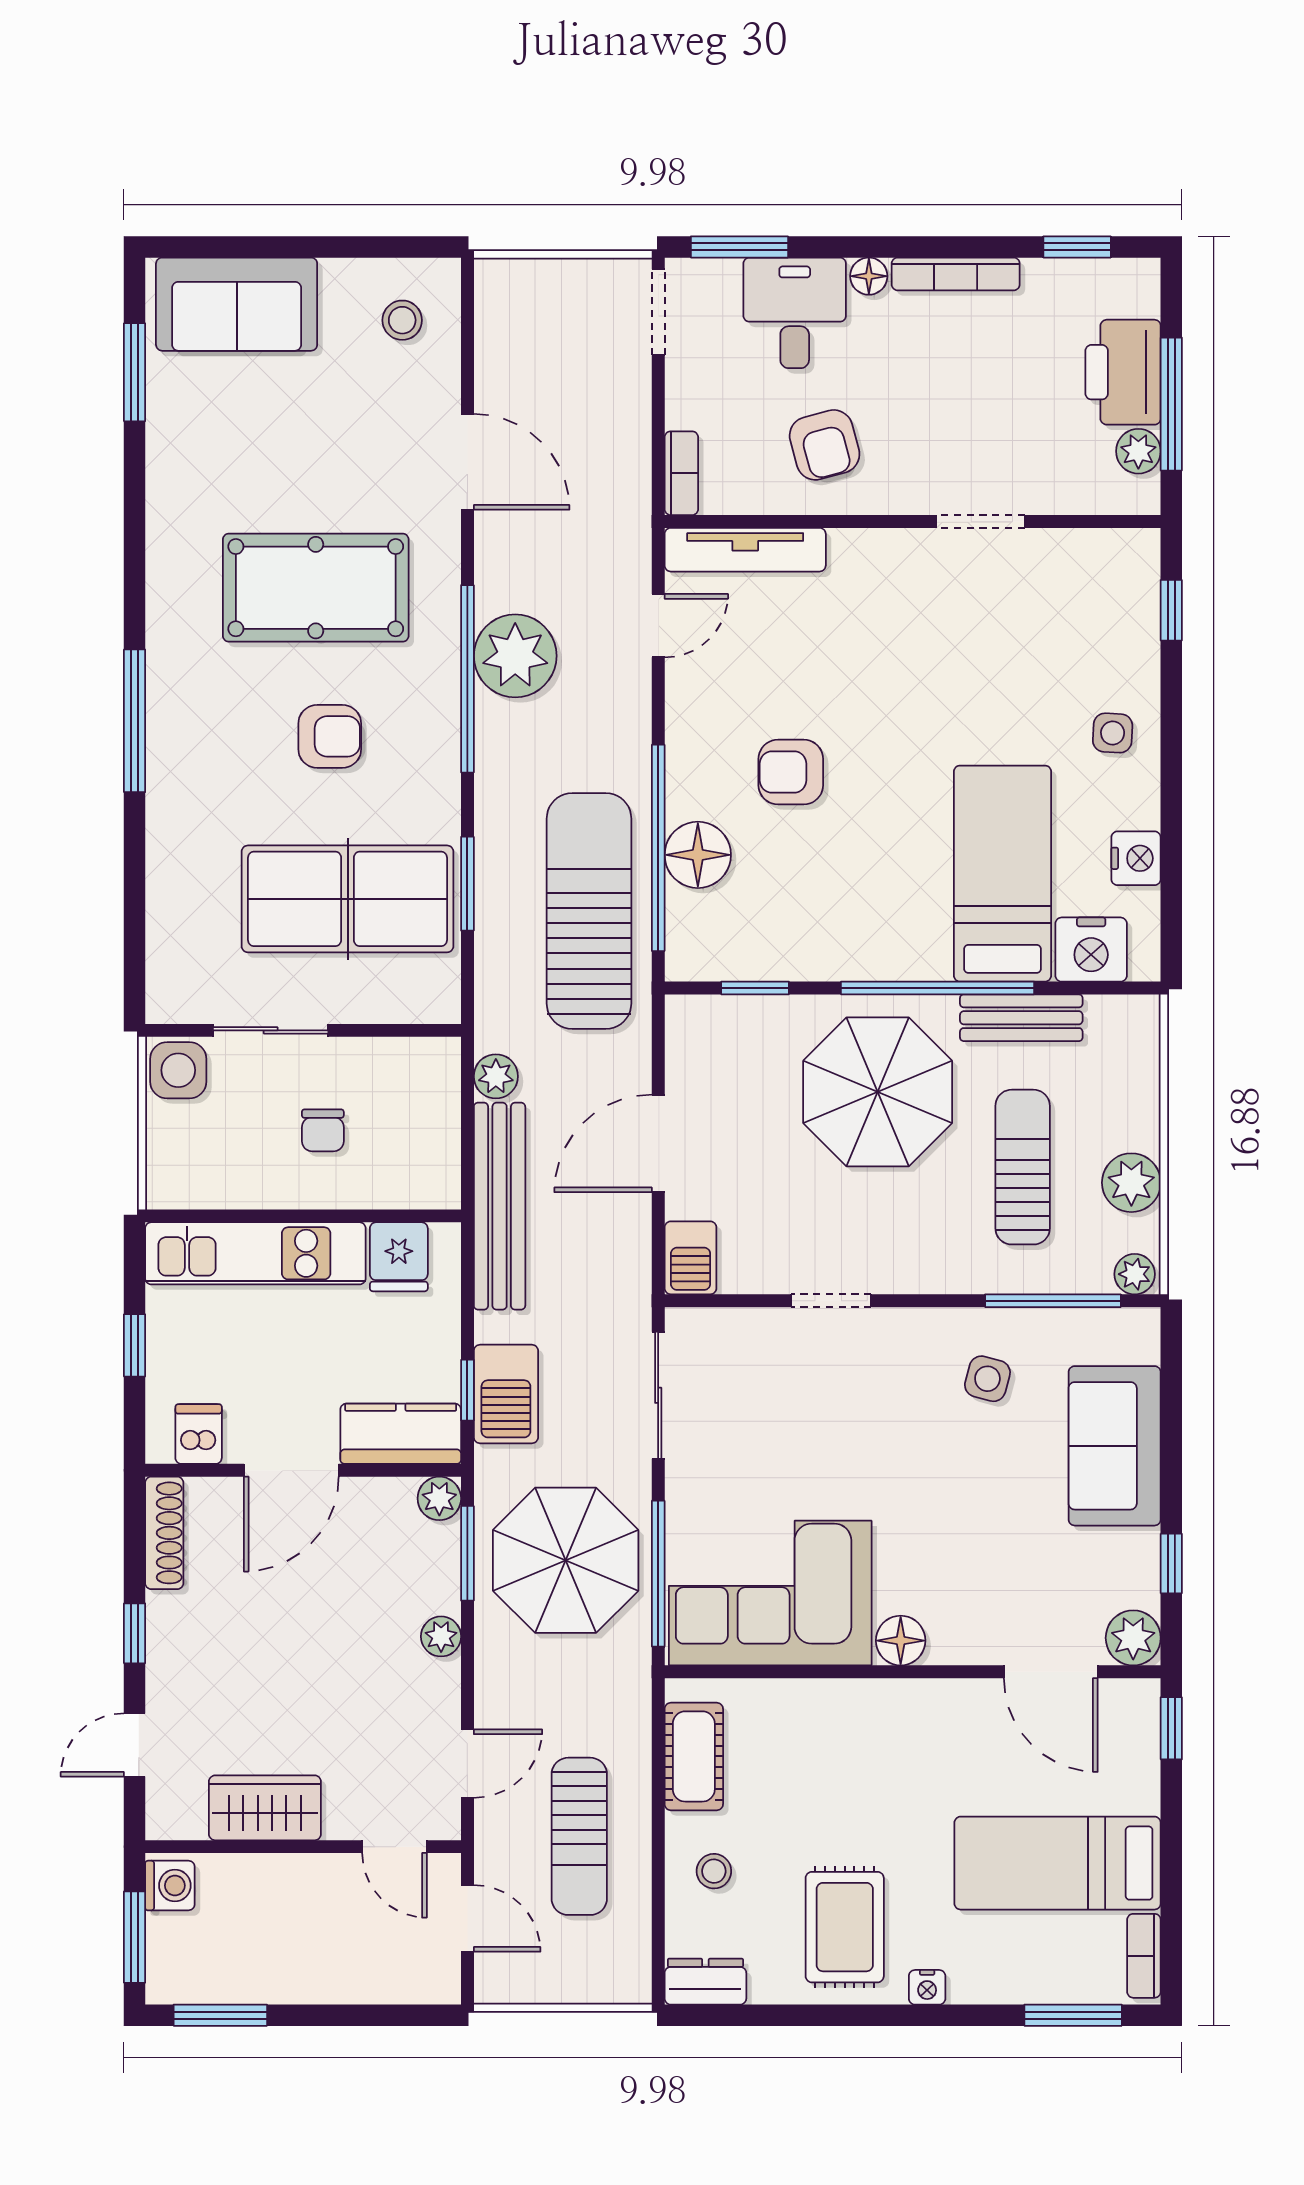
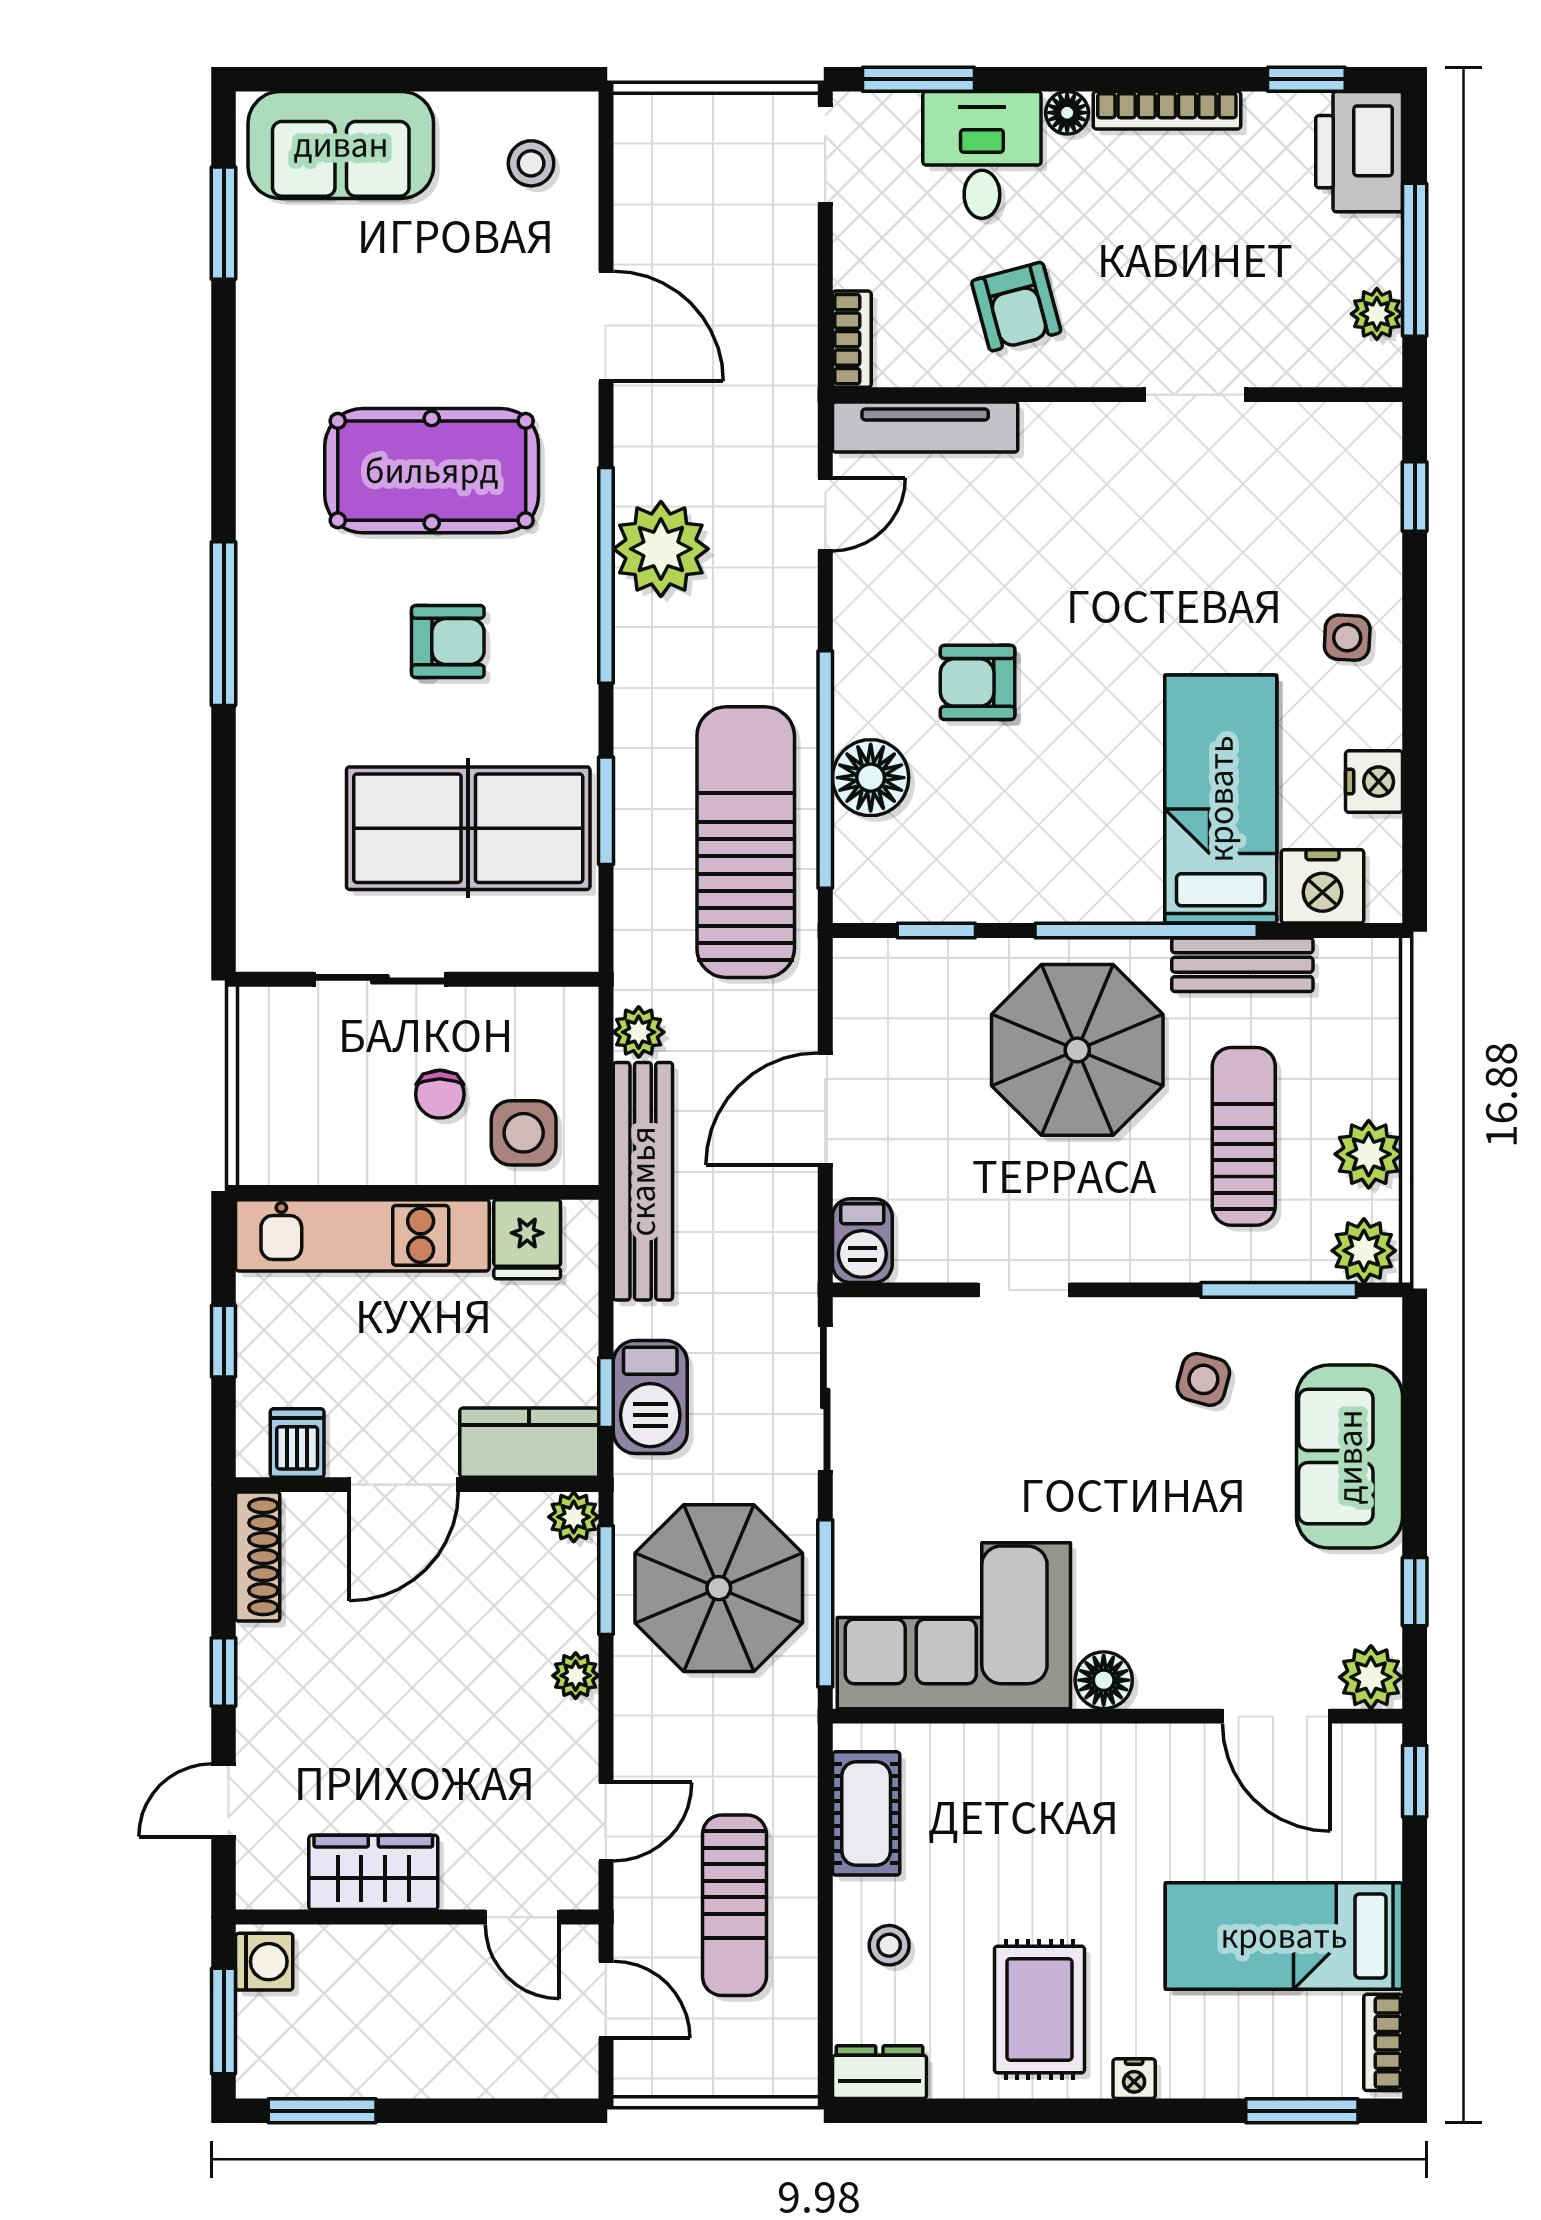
printer: (1123, 372) -> (1359, 152), moved
side table: (178, 1070) -> (524, 1133), moved
plant: (1135, 1274) -> (1364, 1251), width x1.38, depth x1.38

